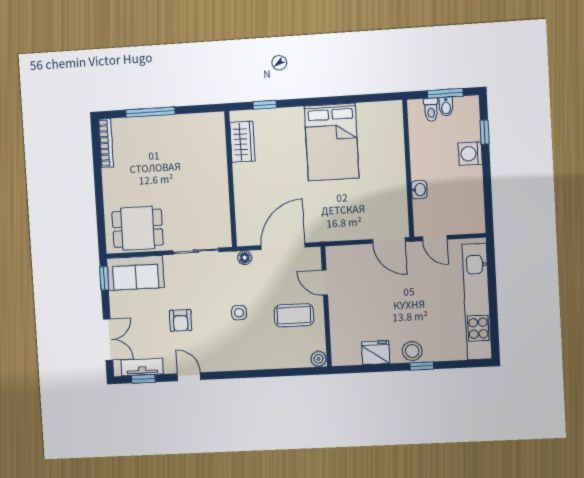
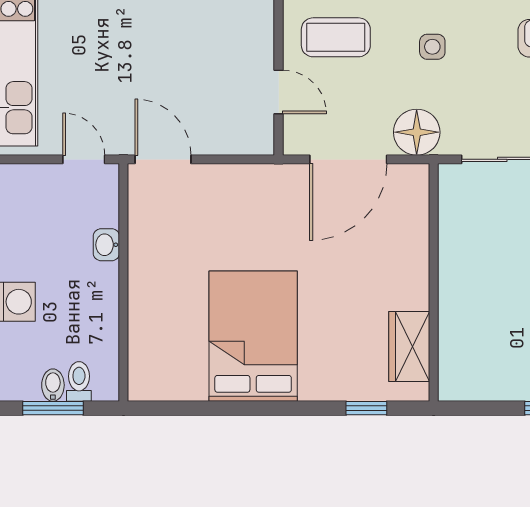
floor lamp: (245, 258) -> (417, 132), width x1.89, depth x1.89

